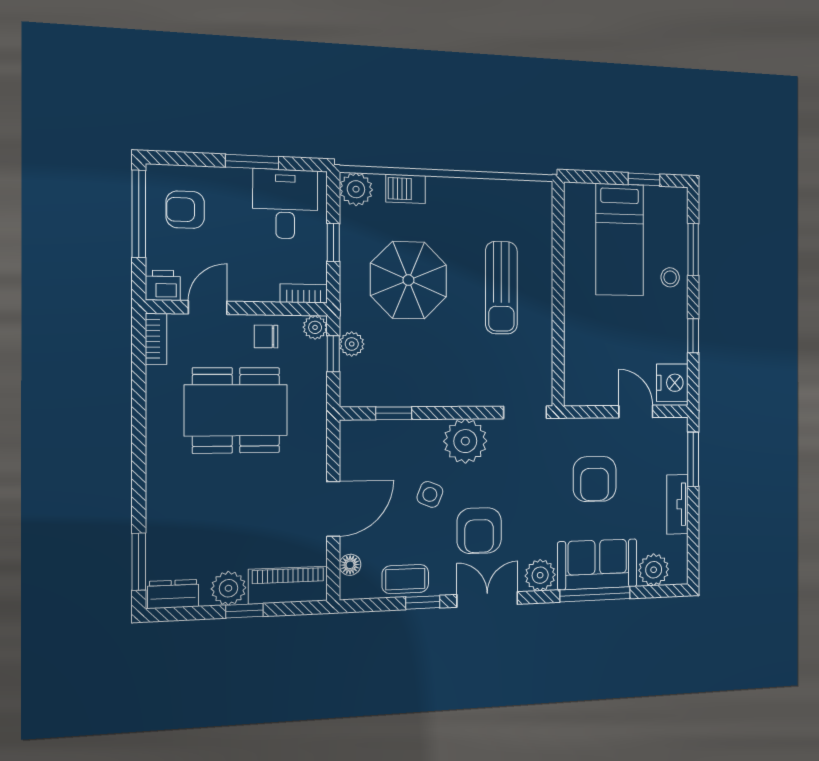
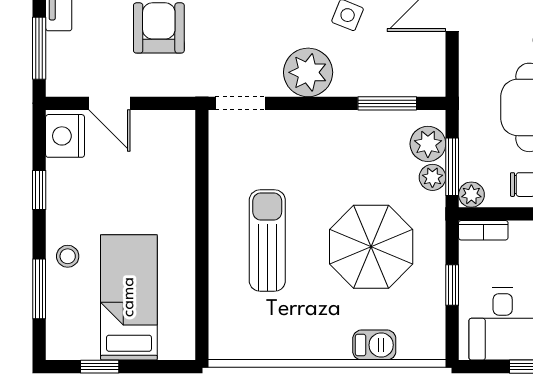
plant: (356, 189) -> (428, 144), moved
window: (333, 354) -> (452, 167), width x1.50
window: (394, 413) -> (387, 103), width x1.50

